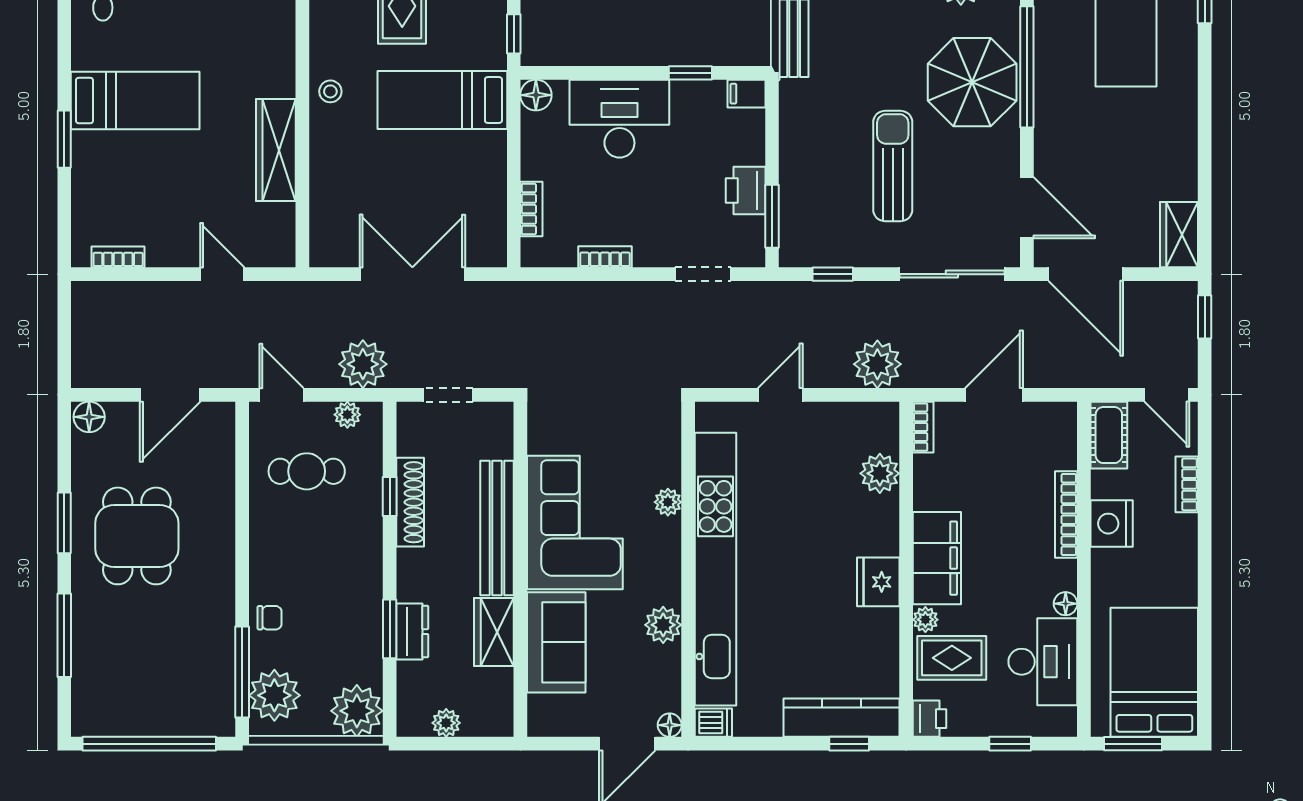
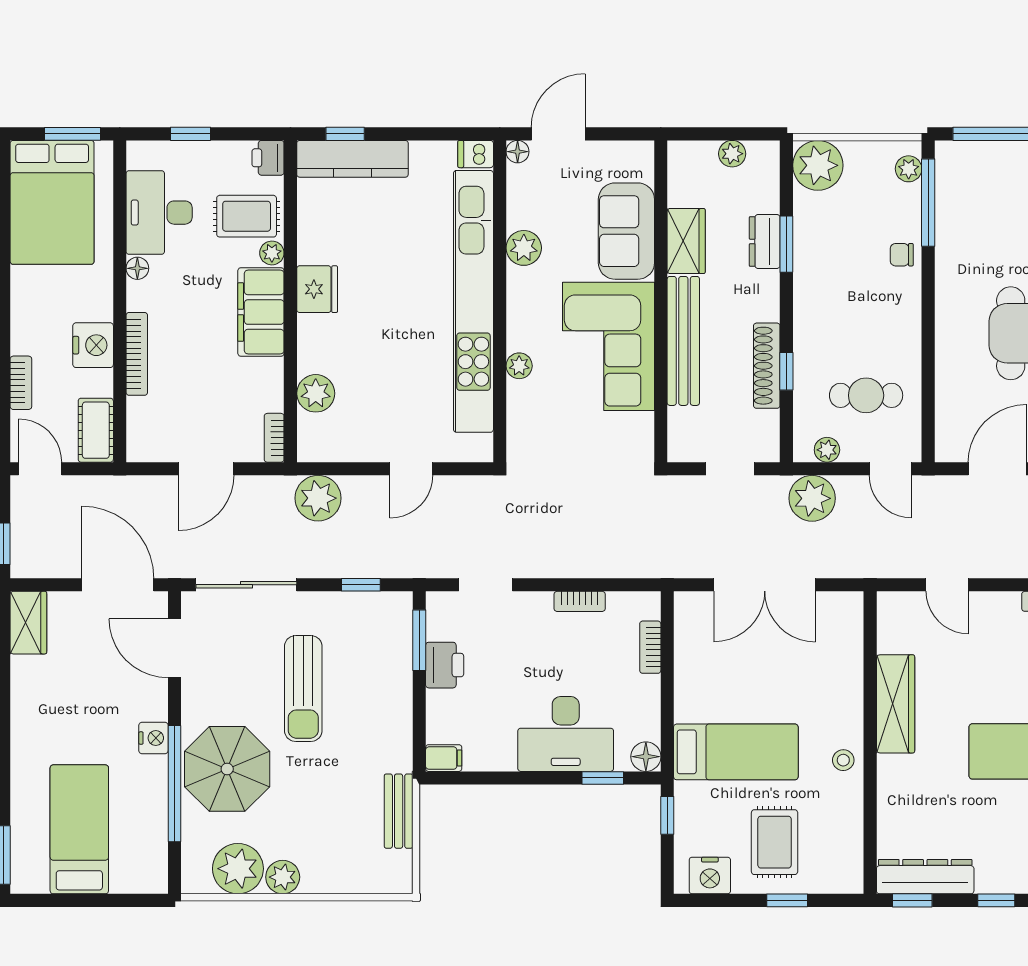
window: (690, 73) -> (603, 778), moved
nightstand: (1049, 114) -> (153, 738), added
plant: (274, 695) -> (909, 169), width x0.53, depth x0.53

